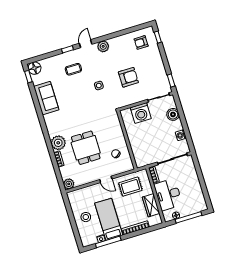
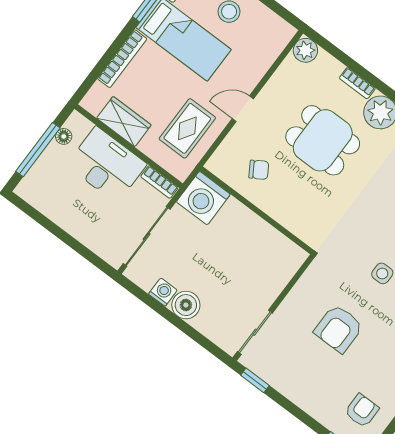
washing machine: (141, 113) -> (203, 198), moved, turned -90
boiler: (173, 114) -> (186, 305), moved

